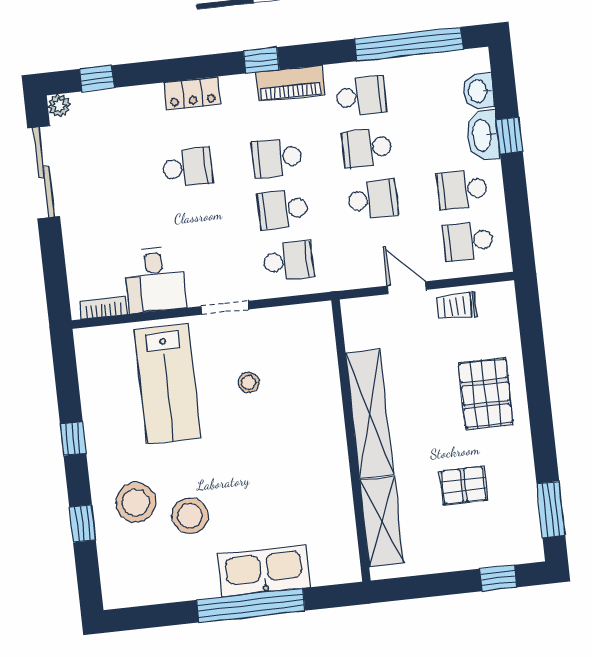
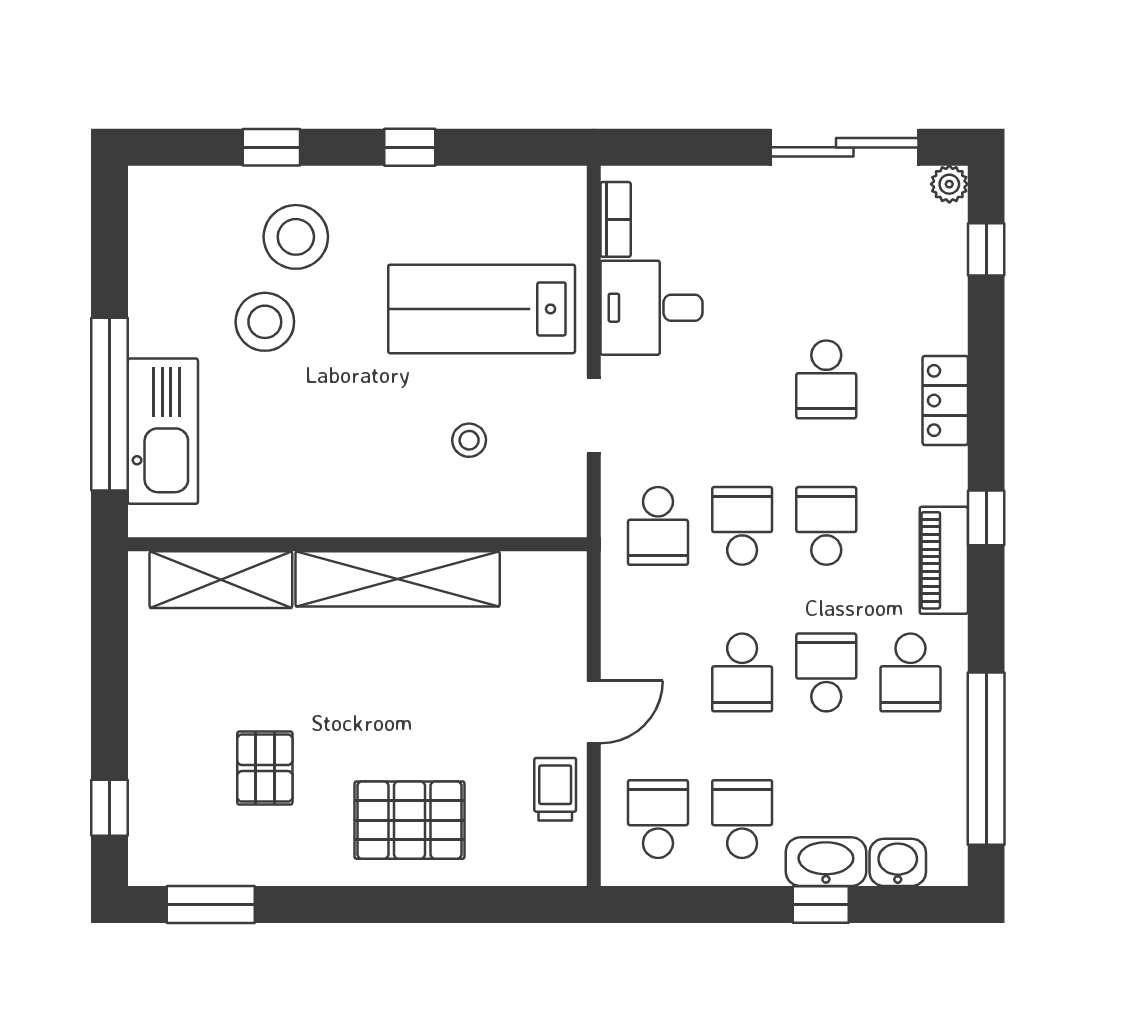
shelving: (370, 414) -> (398, 579), moved
wall: (351, 440) -> (357, 544), moved
shelving: (382, 522) -> (221, 580), moved

